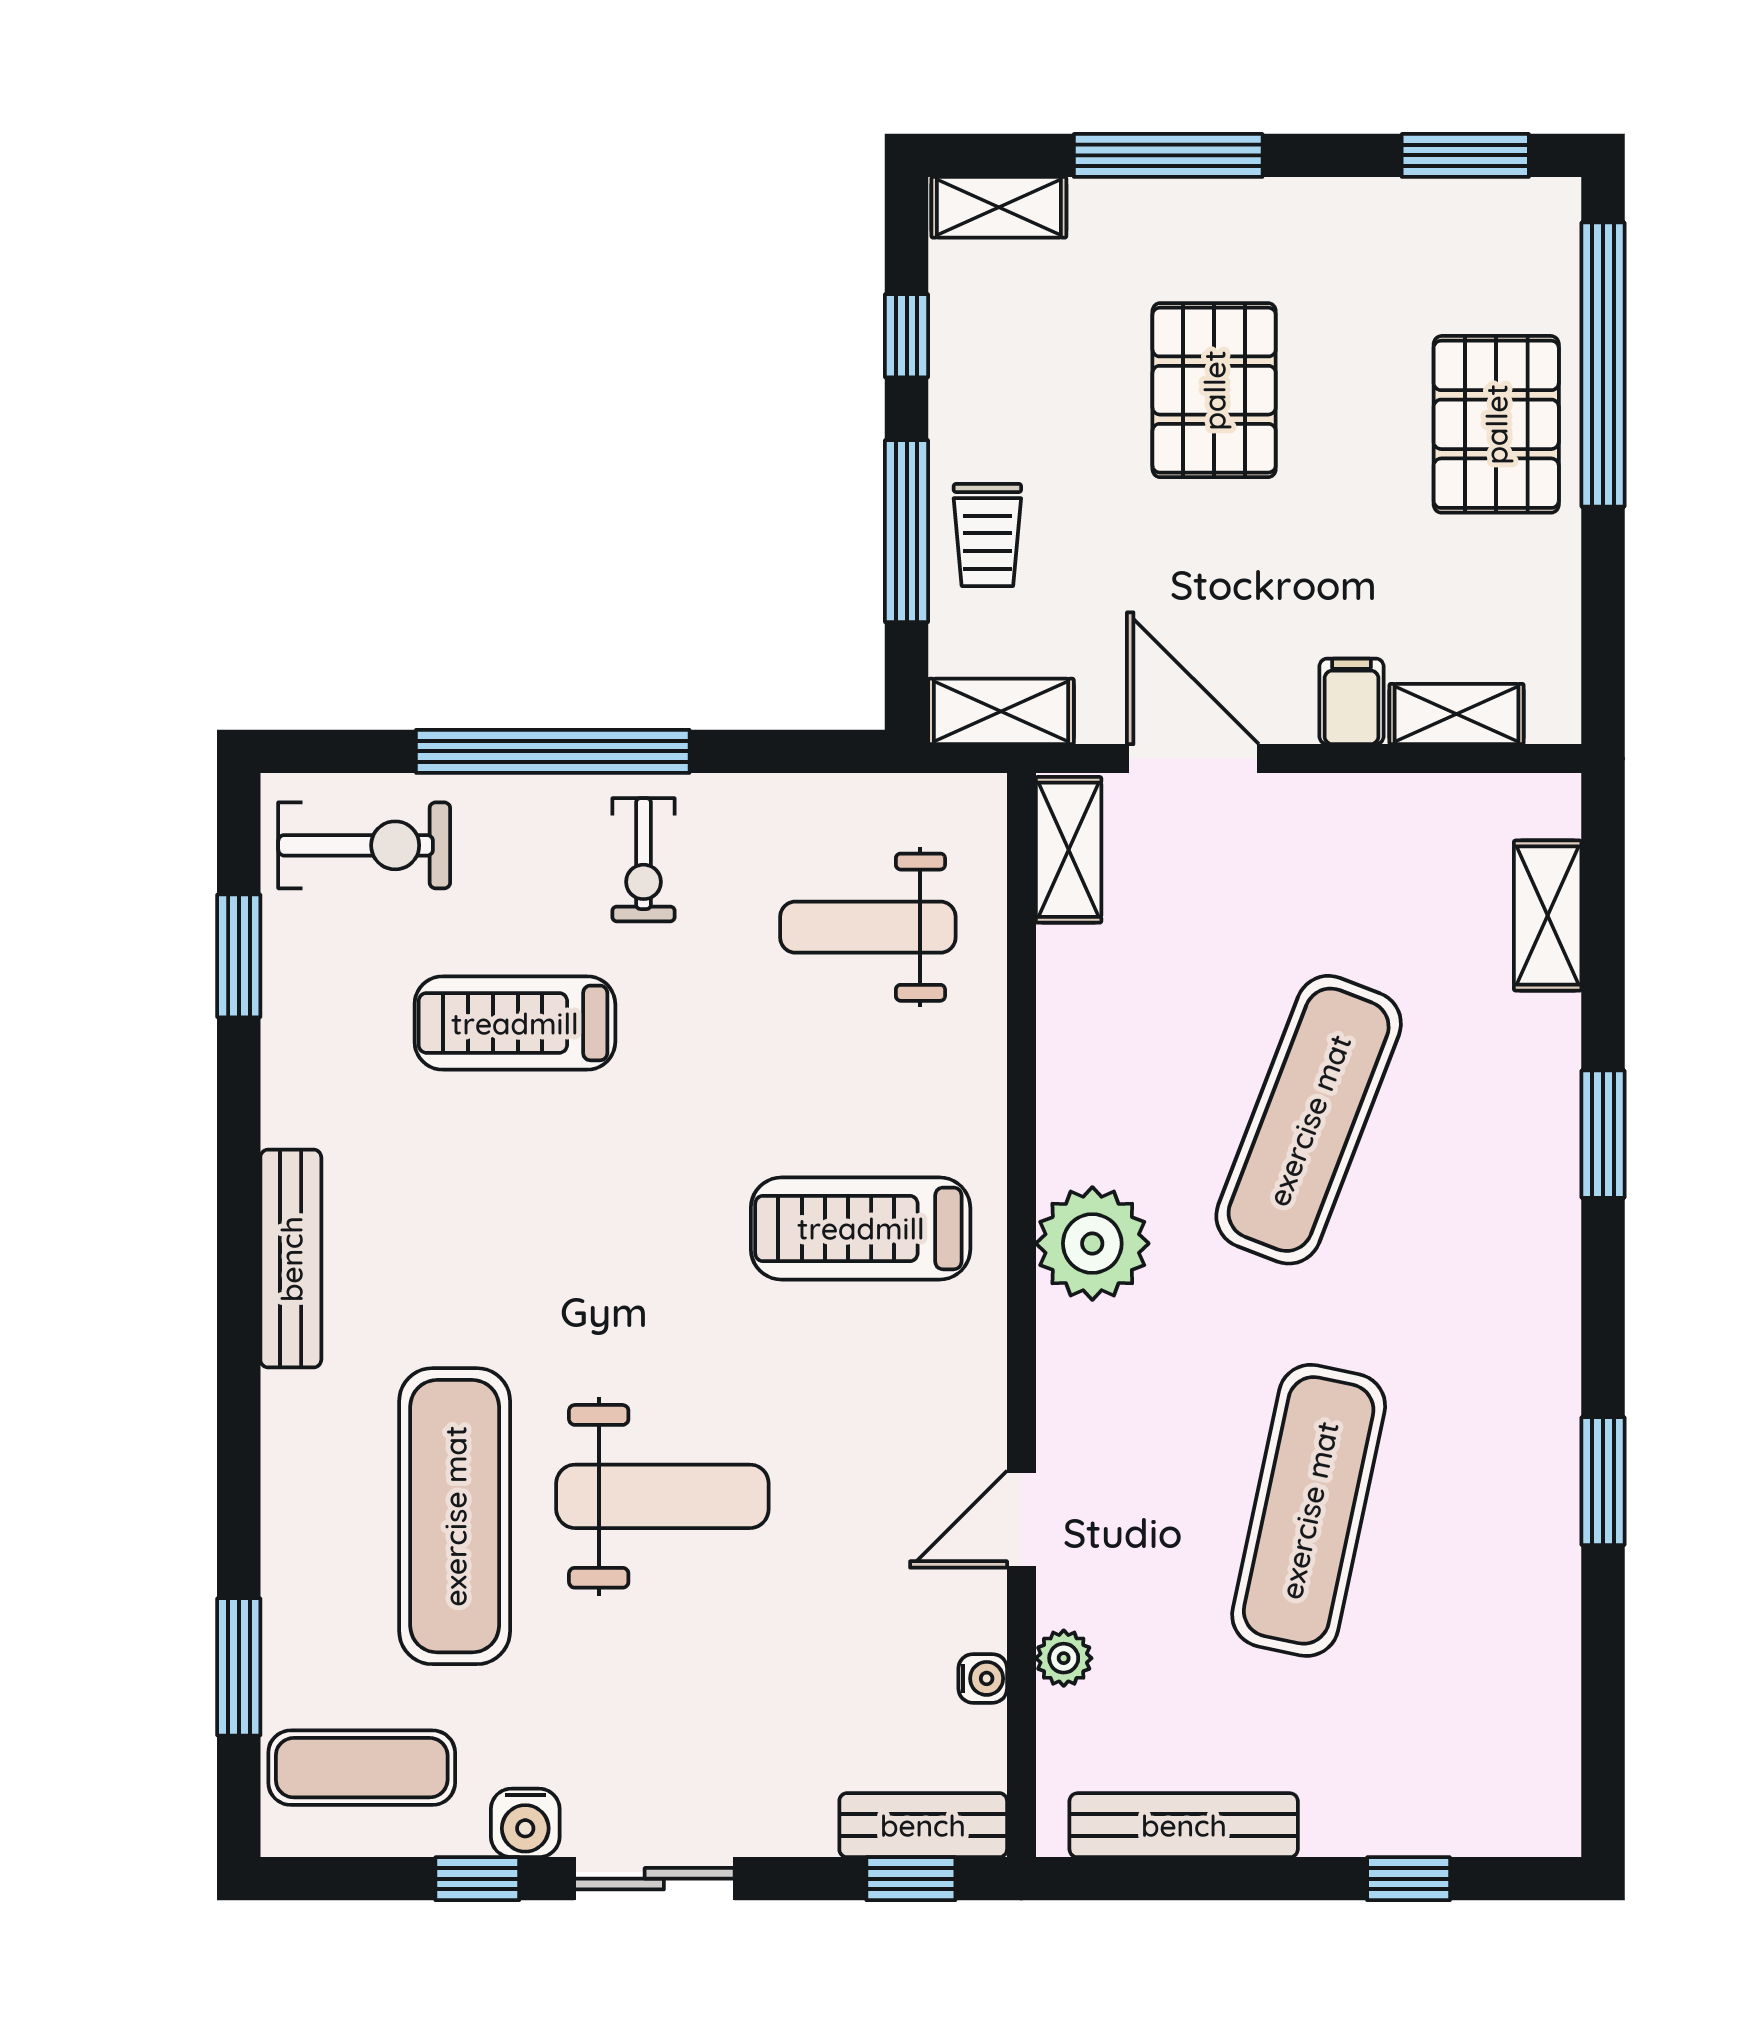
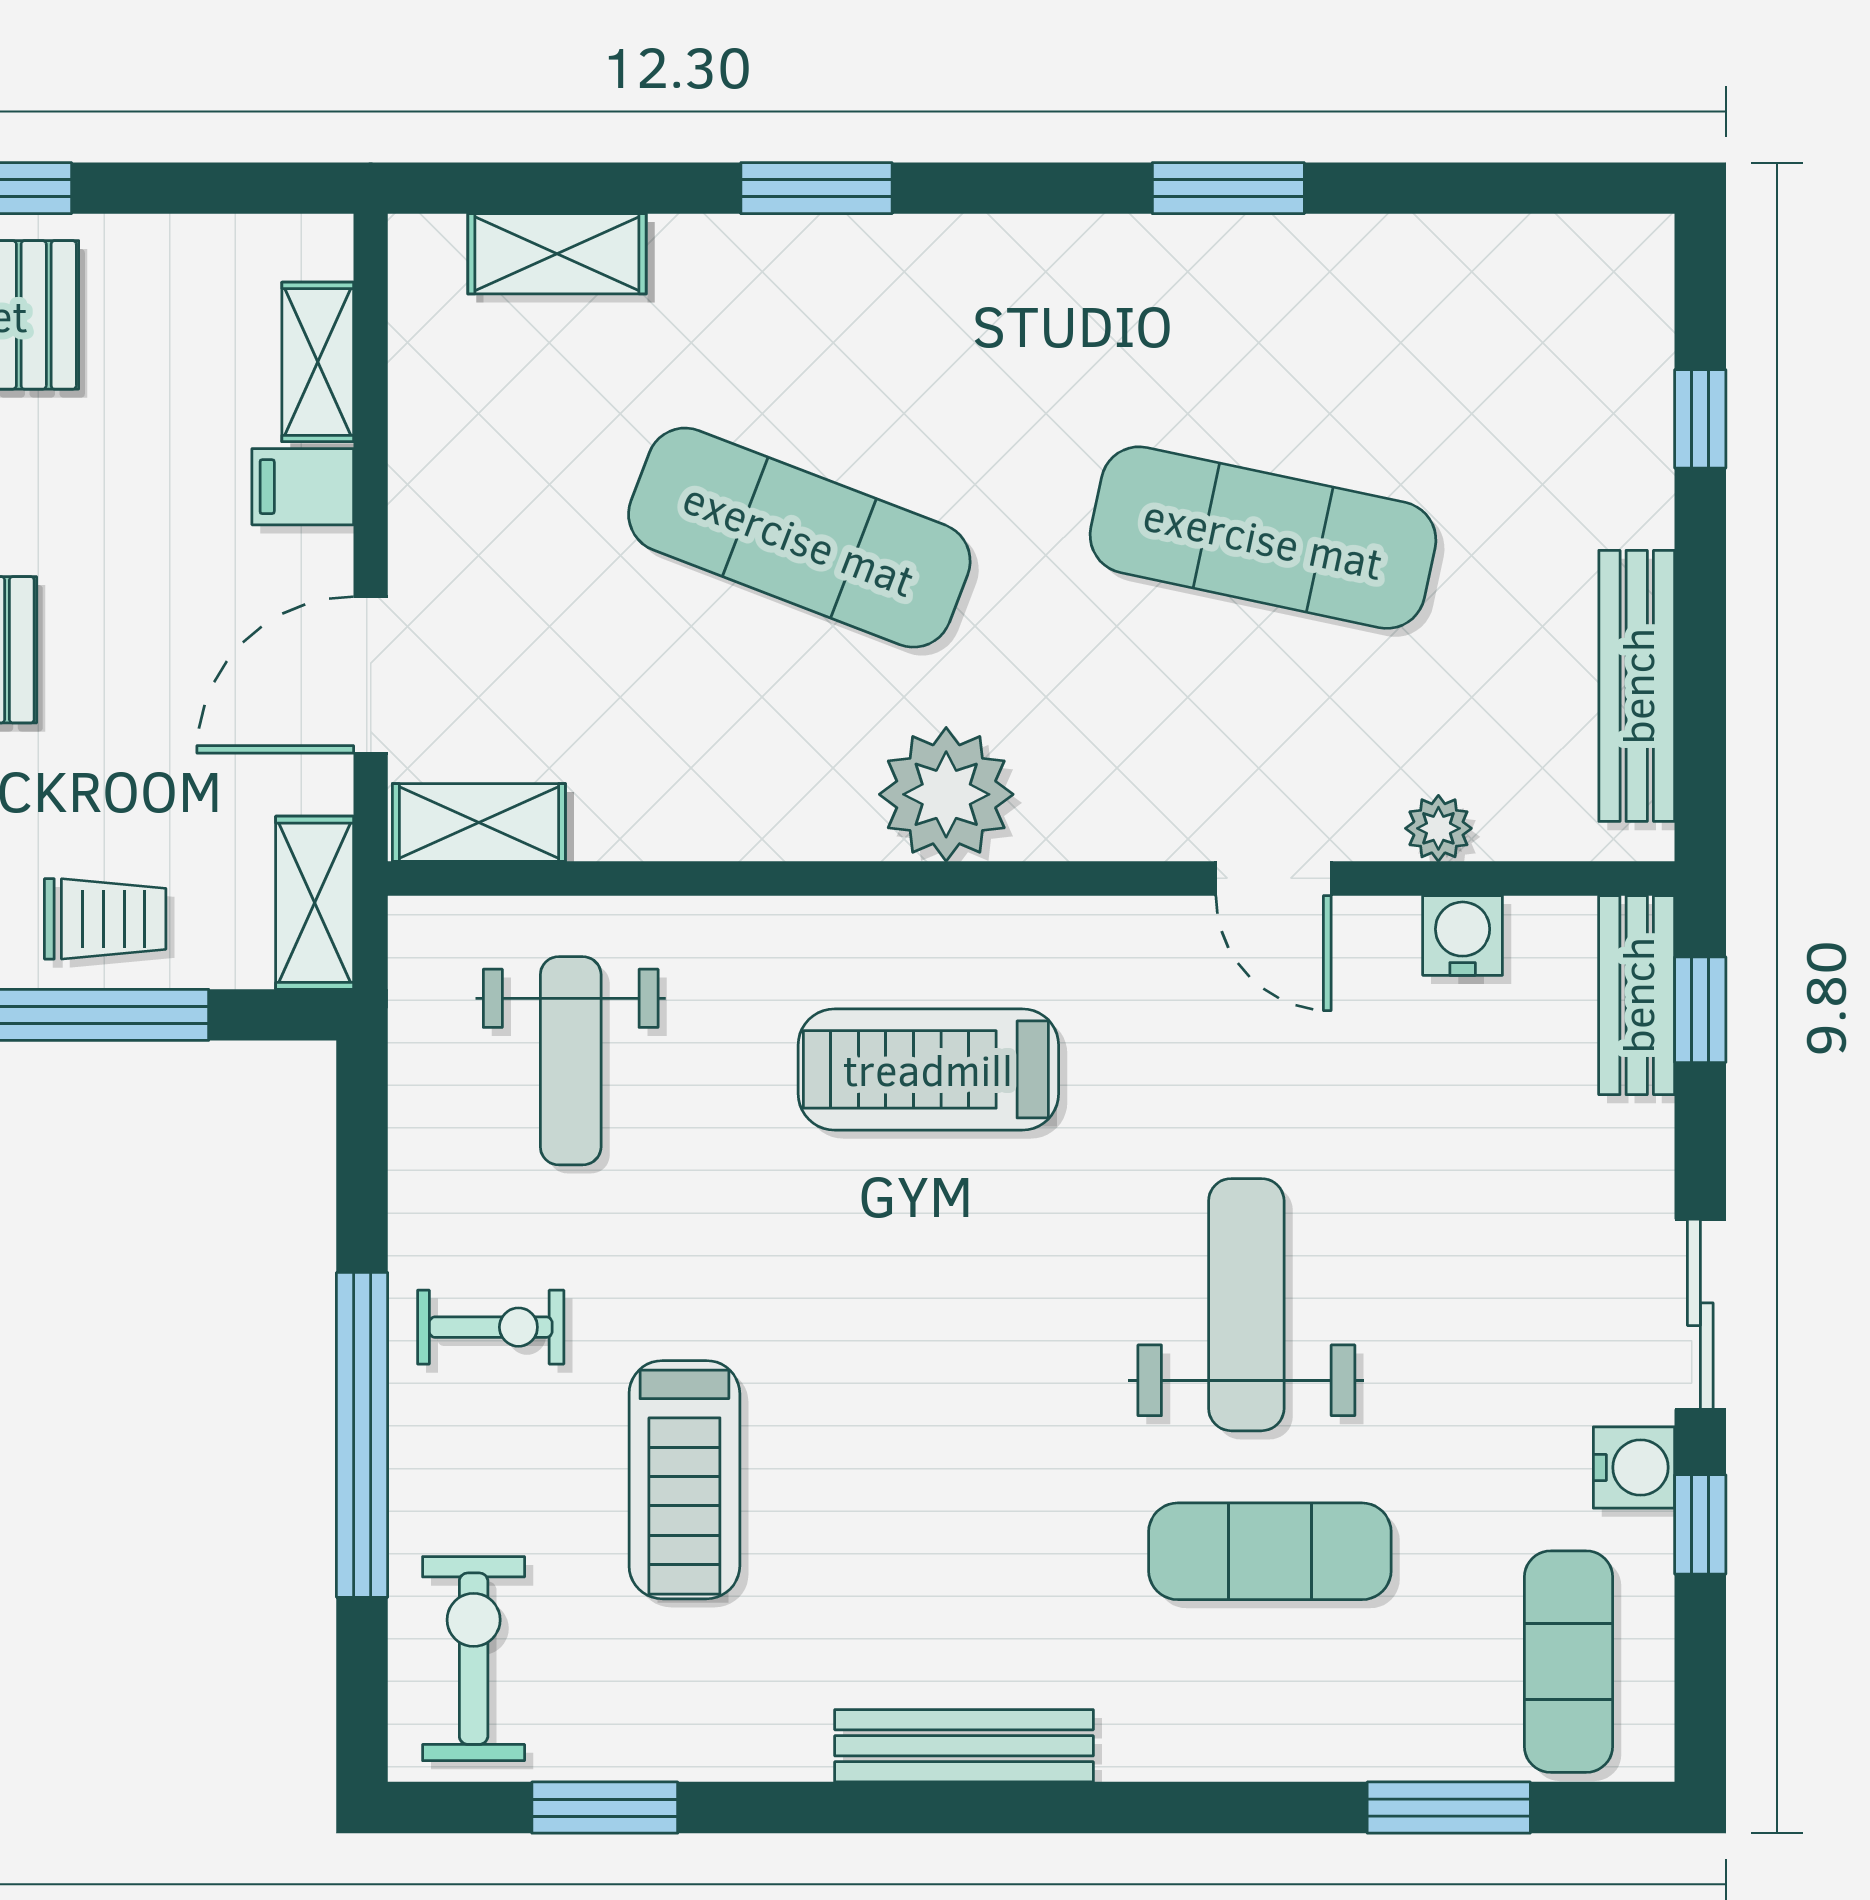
treadmill: (861, 1228) -> (928, 1069), turned 90
exercise mat: (455, 1516) -> (1270, 1551), width x0.73, depth x0.69
water cooler: (983, 1678) -> (1463, 935), width x1.38, depth x1.38

